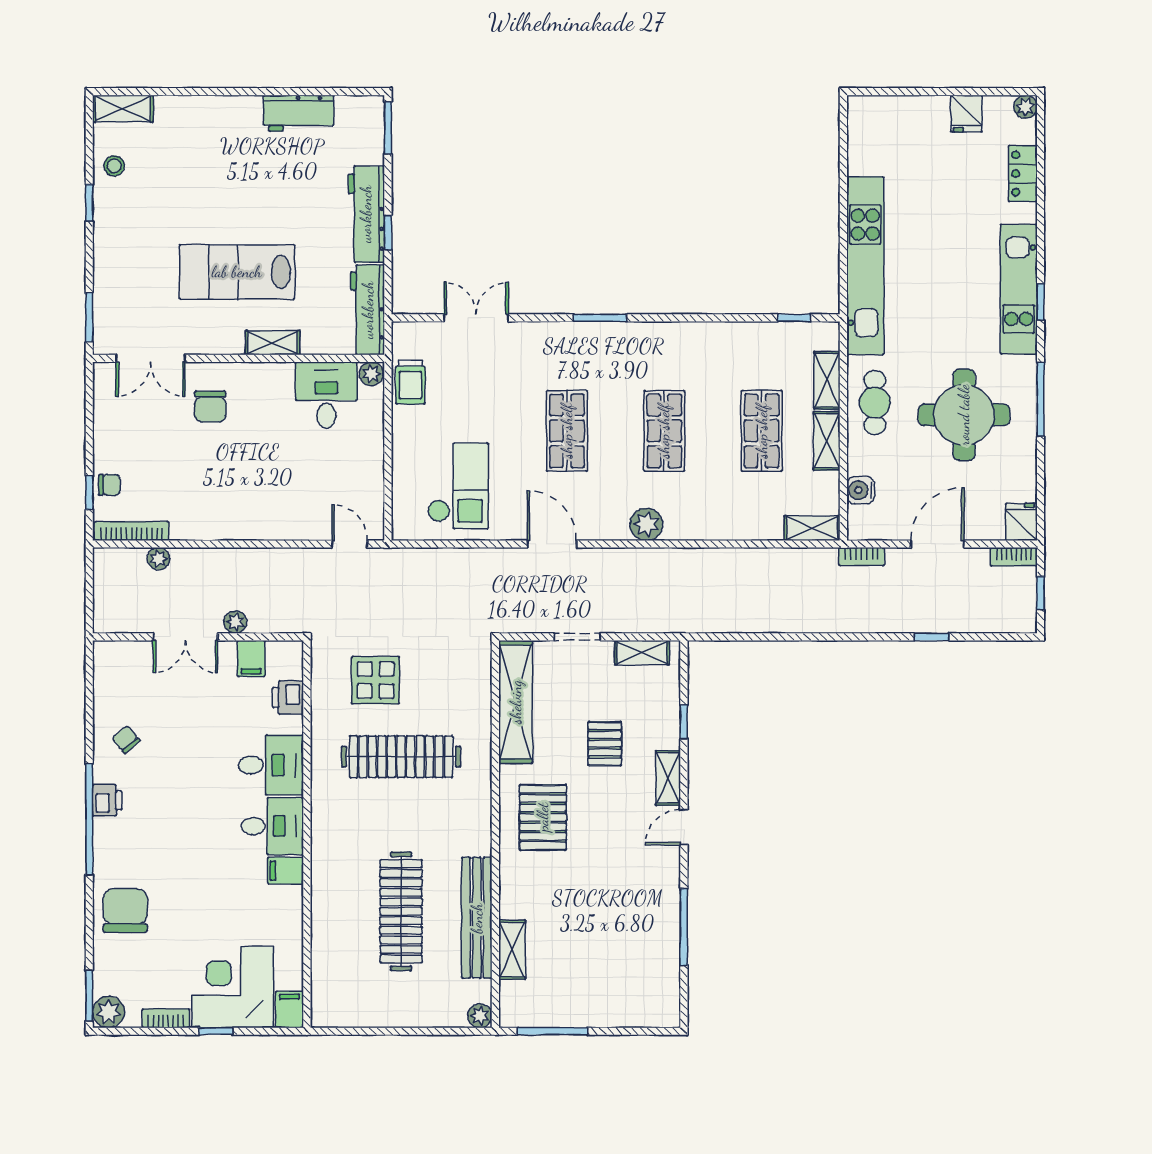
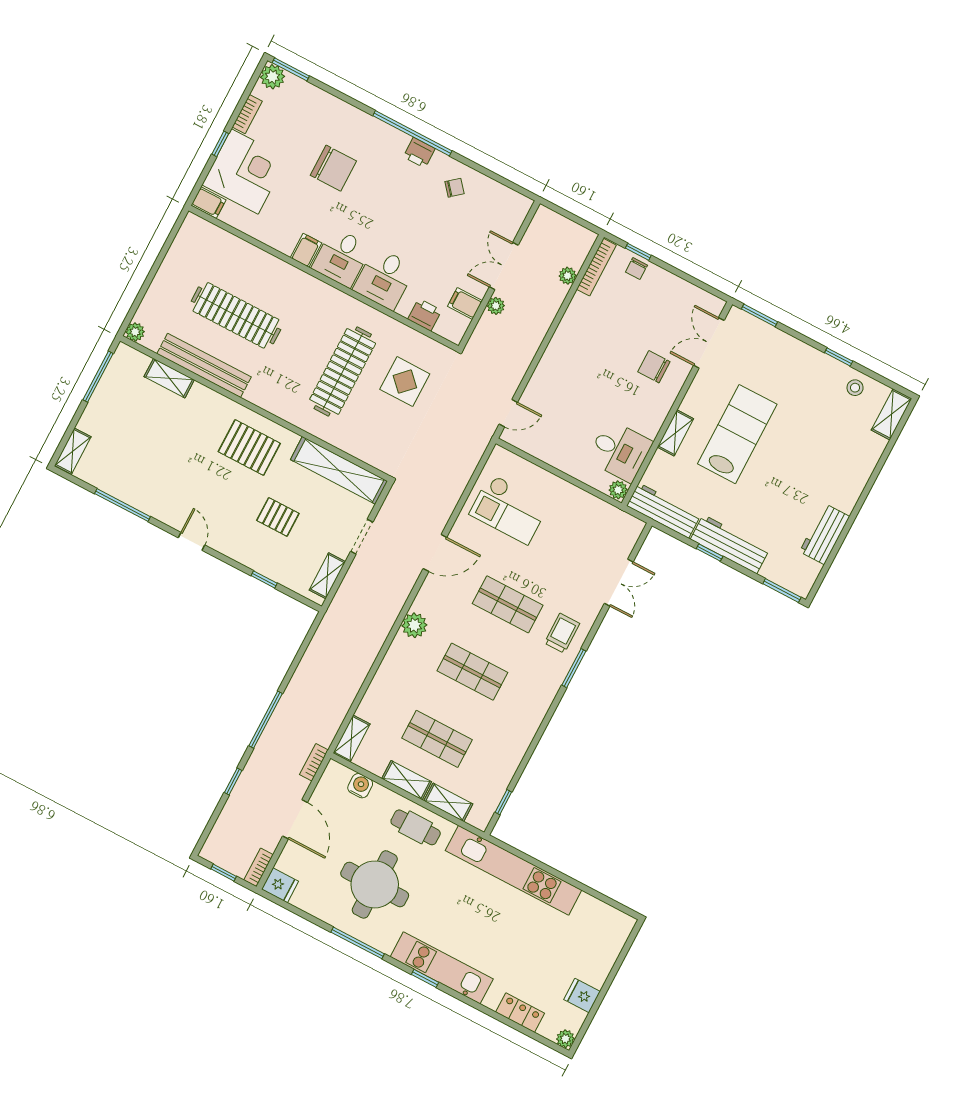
trolley: (410, 382) -> (562, 633), moved, turned 90
window: (842, 637) -> (266, 720), added
shelving: (668, 778) -> (73, 451), moved, turned 90
chair: (125, 911) -> (333, 168), moved

